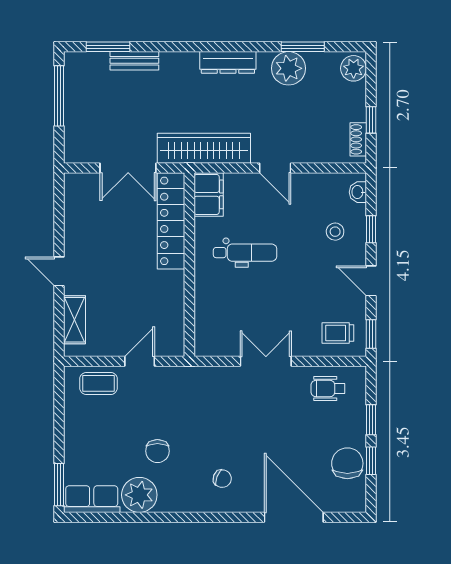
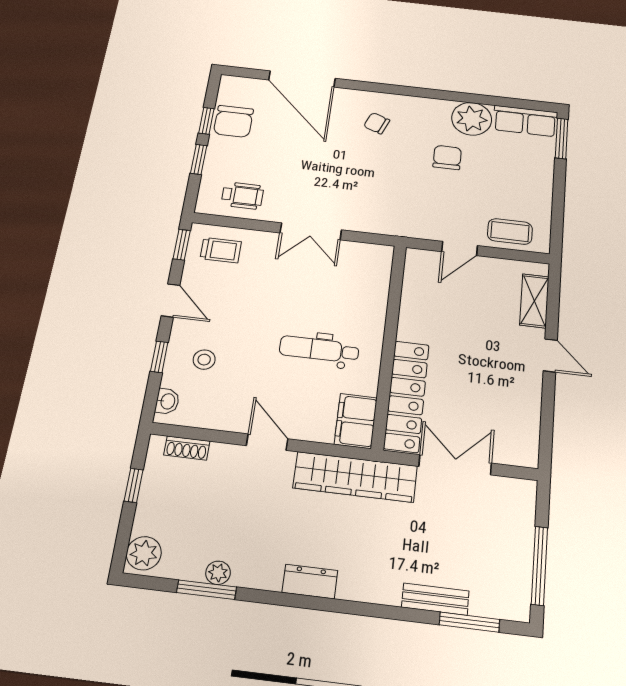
dresser: (228, 62) -> (310, 581), width x0.70
plant: (289, 68) -> (218, 573), width x0.53, depth x0.53
shoe rack: (358, 139) -> (187, 448), moved, turned 90

